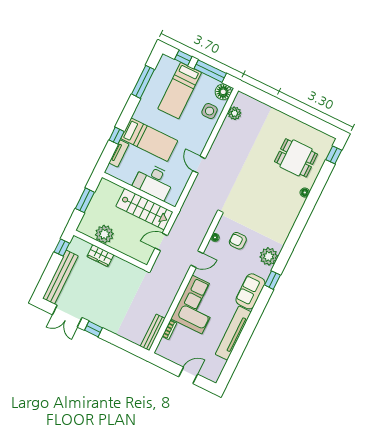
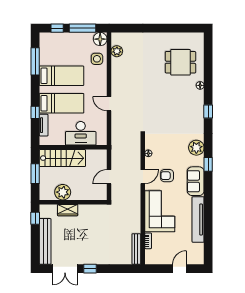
bed: (180, 91) -> (62, 76), moved, turned -90
window: (334, 155) -> (208, 112), moved
stairs: (144, 209) -> (62, 158), moved
armchair: (238, 241) -> (167, 176), moved

